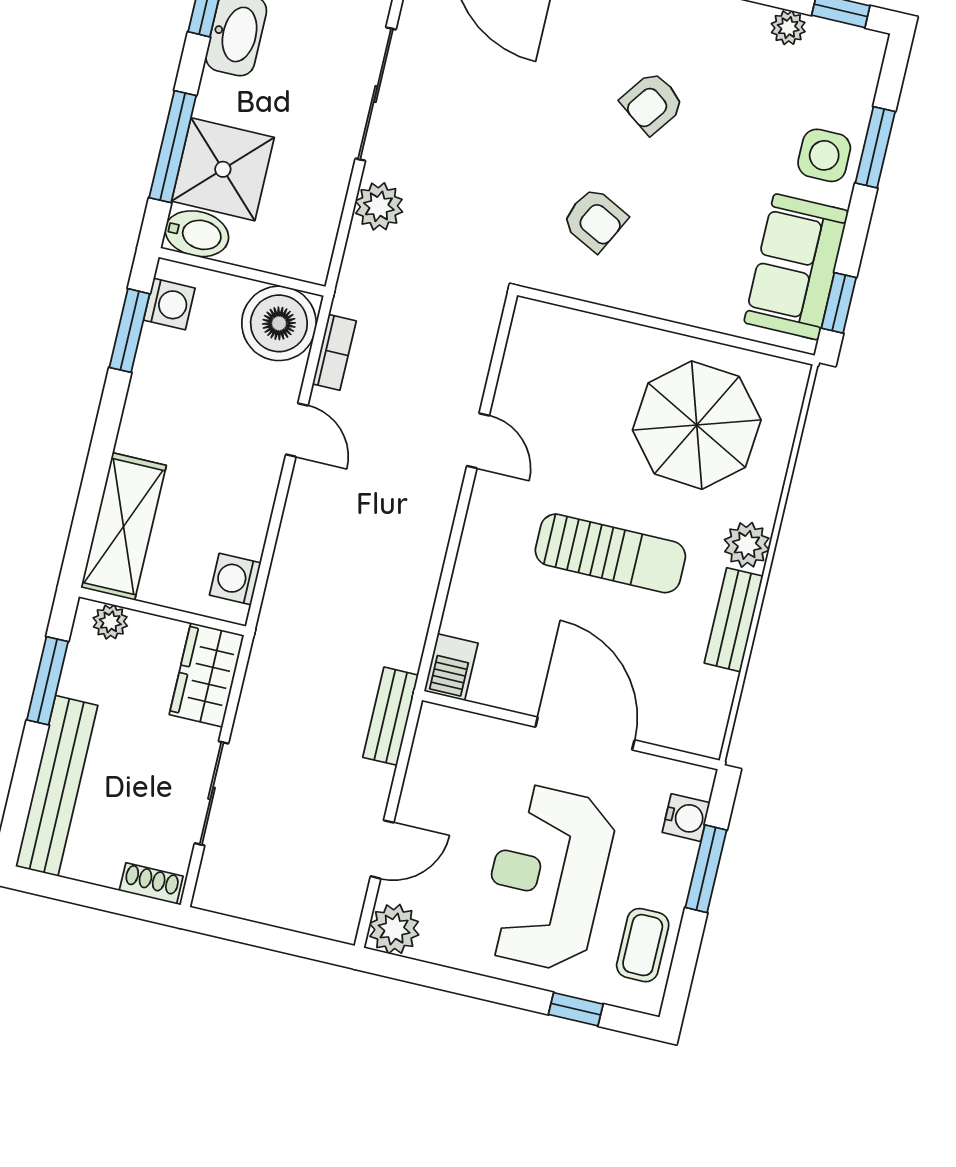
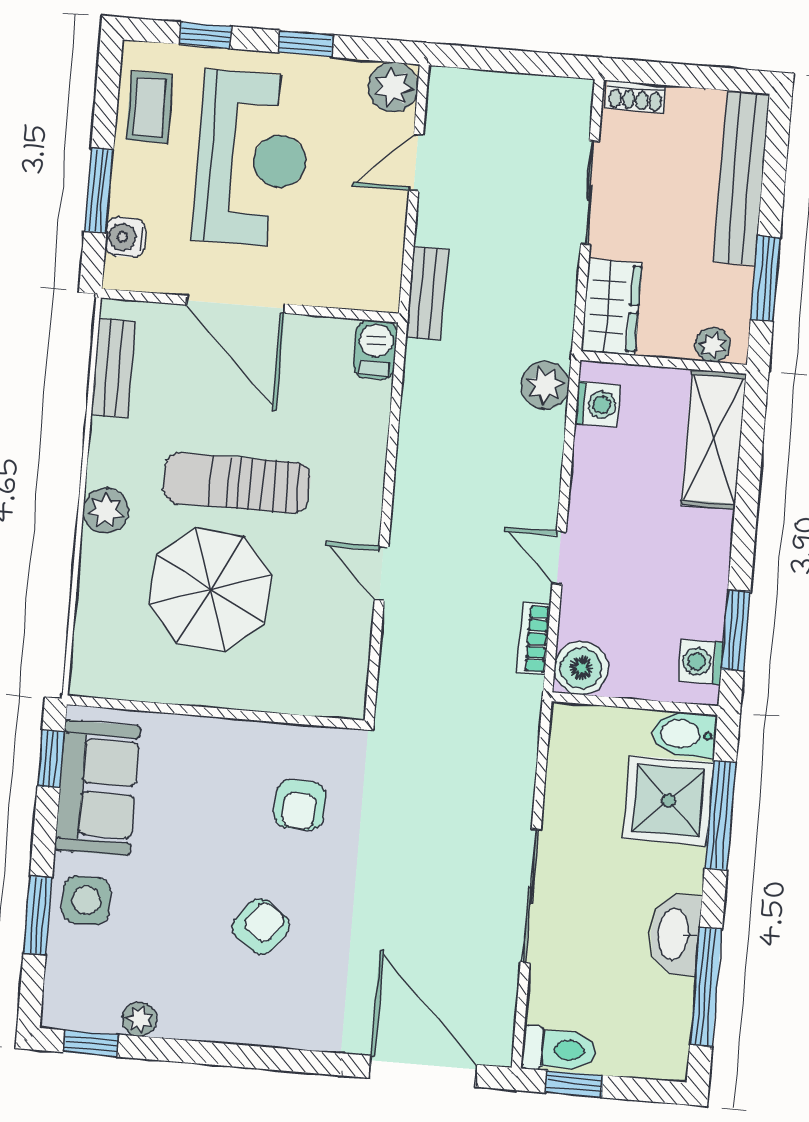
plant: (379, 206) -> (545, 385), moved
armchair: (595, 220) -> (300, 805), turned -114
boiler: (279, 323) -> (581, 668), width x0.73, depth x0.73
parasol: (697, 425) -> (210, 589), moved
bench: (734, 620) -> (113, 368), moved
window: (476, 986) -> (306, 44), added

